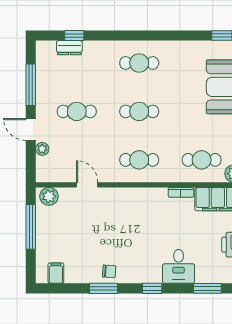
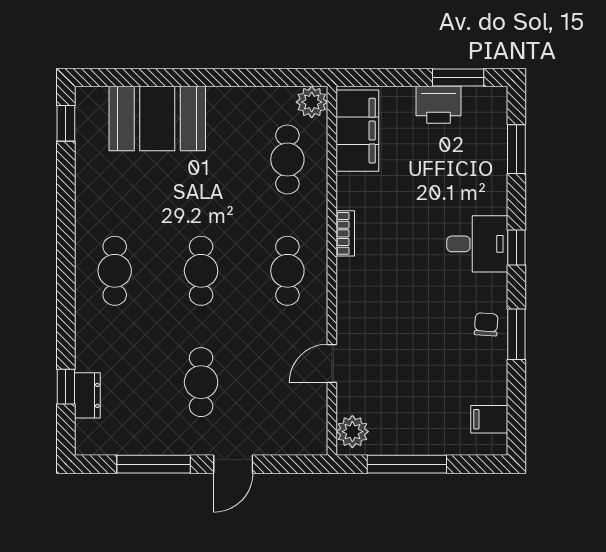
plant: (42, 149) -> (268, 444), removed
bookcase: (181, 192) -> (345, 233), moved
desk: (179, 266) -> (477, 244), moved

